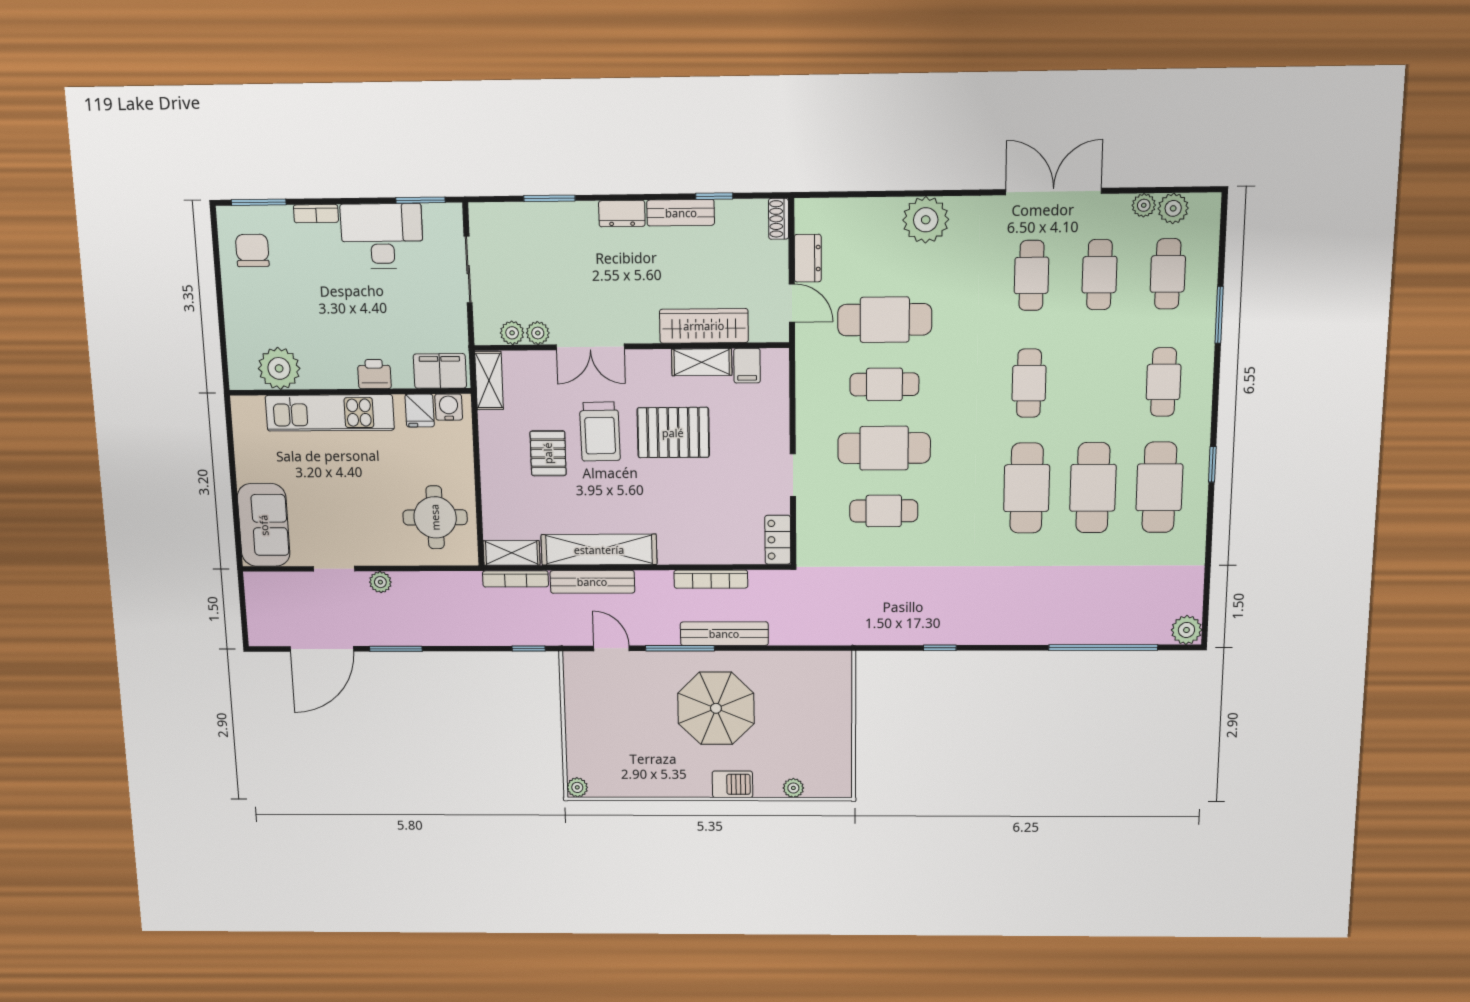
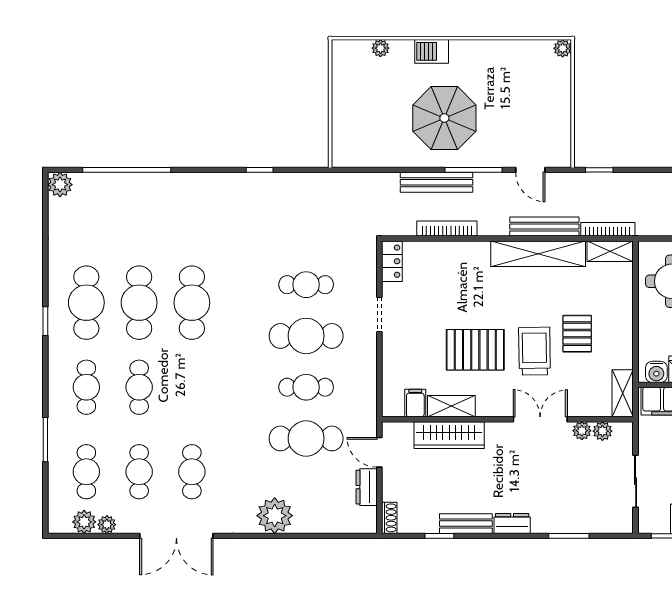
cafe table: (1029, 383) -> (139, 387), moved

